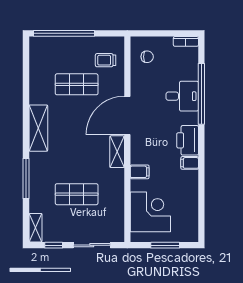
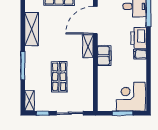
filing cabinet: (140, 172) -> (104, 56), width x2.00
shop shelf: (77, 194) -> (59, 77), turned 90
corner desk: (150, 212) -> (131, 97), moved, turned -90

